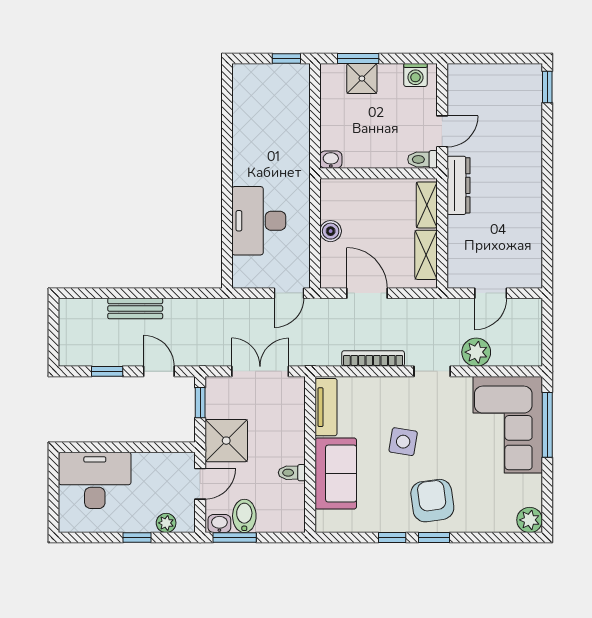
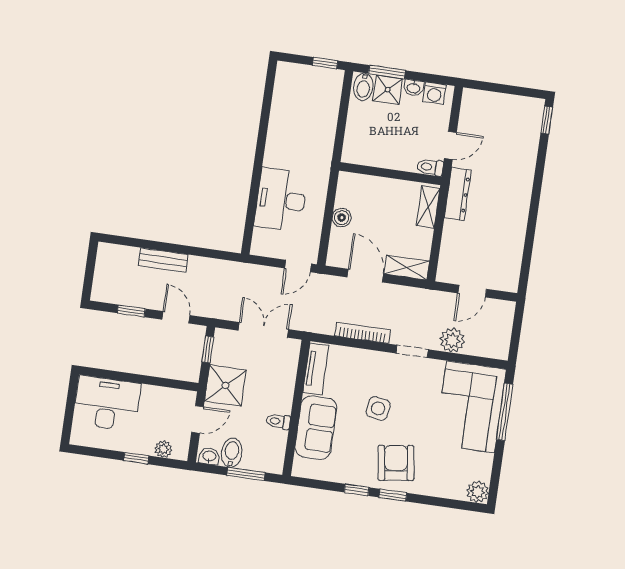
bidet: (334, 79) -> (363, 87), added
washbasin: (331, 160) -> (414, 88), moved, turned 180
shelving: (426, 255) -> (407, 268), moved, turned 90
window: (235, 538) -> (246, 474), moved

